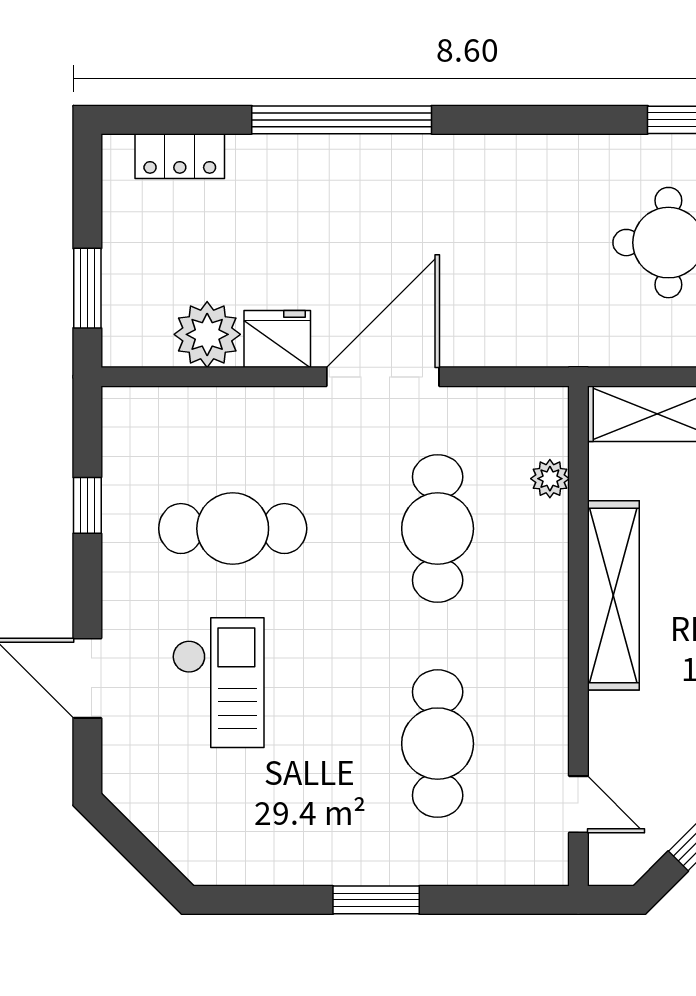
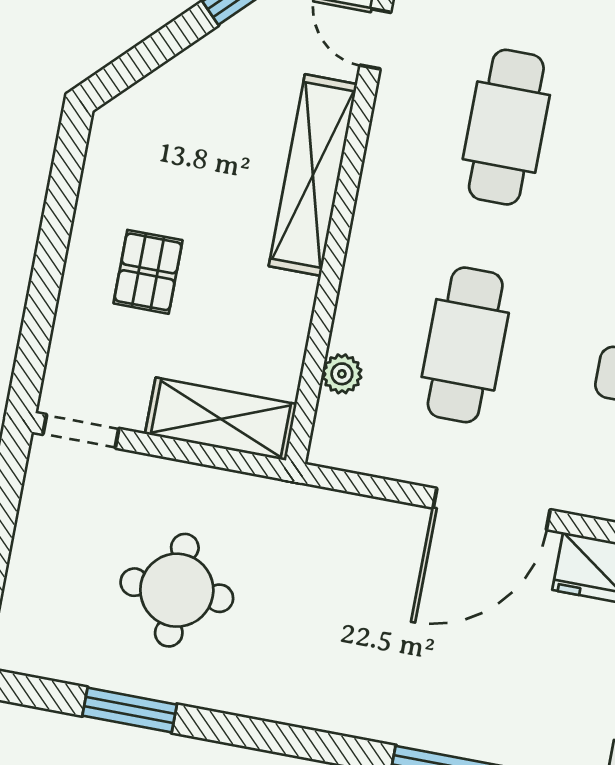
shelving: (613, 595) -> (313, 175), moved

